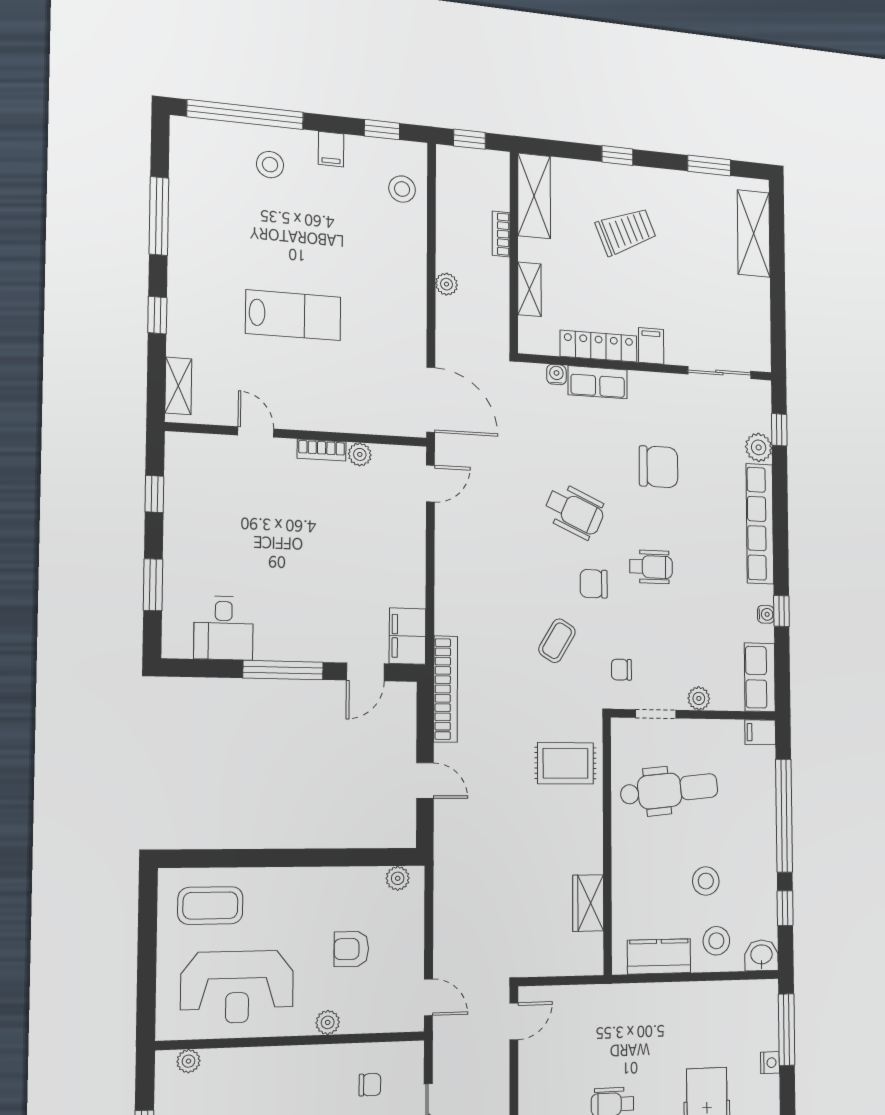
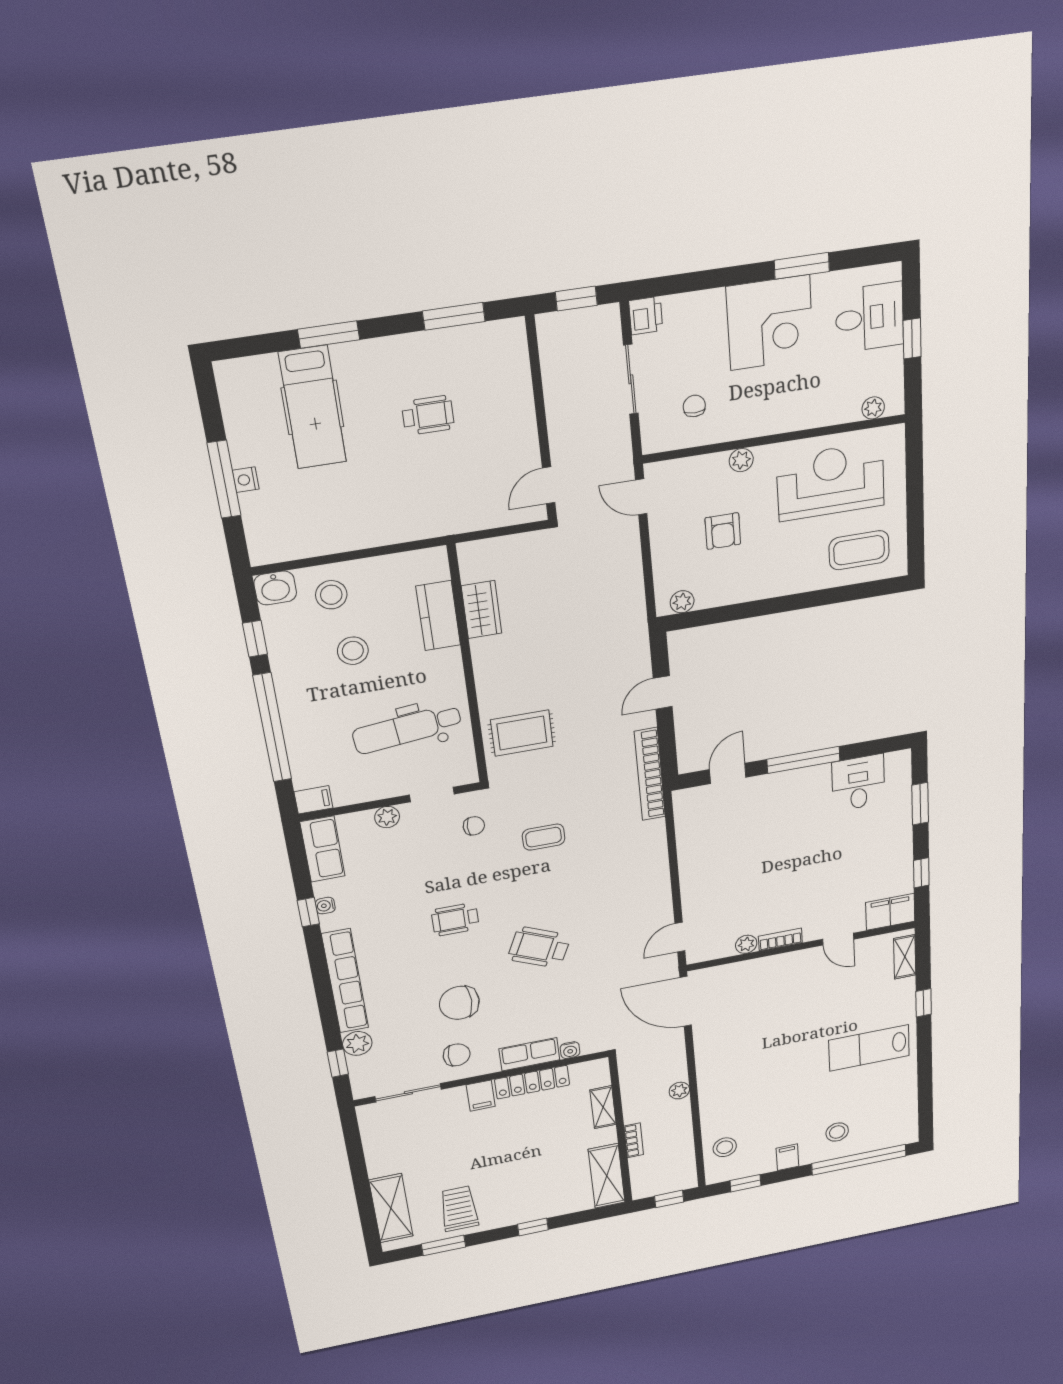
window: (159, 216) -> (925, 1072), removed
trolley: (626, 231) -> (459, 1209), moved, turned 113
lab bench: (293, 315) -> (869, 1048), moved
chair: (594, 584) -> (457, 1055), moved
filing cabinet: (408, 636) -> (890, 912), moved, turned -90
coffee table: (557, 641) -> (544, 837), turned 59
door: (425, 781) -> (663, 692), hinge flipped
armchair: (351, 949) -> (723, 531), turned 90
kitchen counter: (659, 956) -> (438, 616), moved, turned 90
window: (787, 1030) -> (224, 479), moved
chair: (370, 1085) -> (694, 406), turned 90

